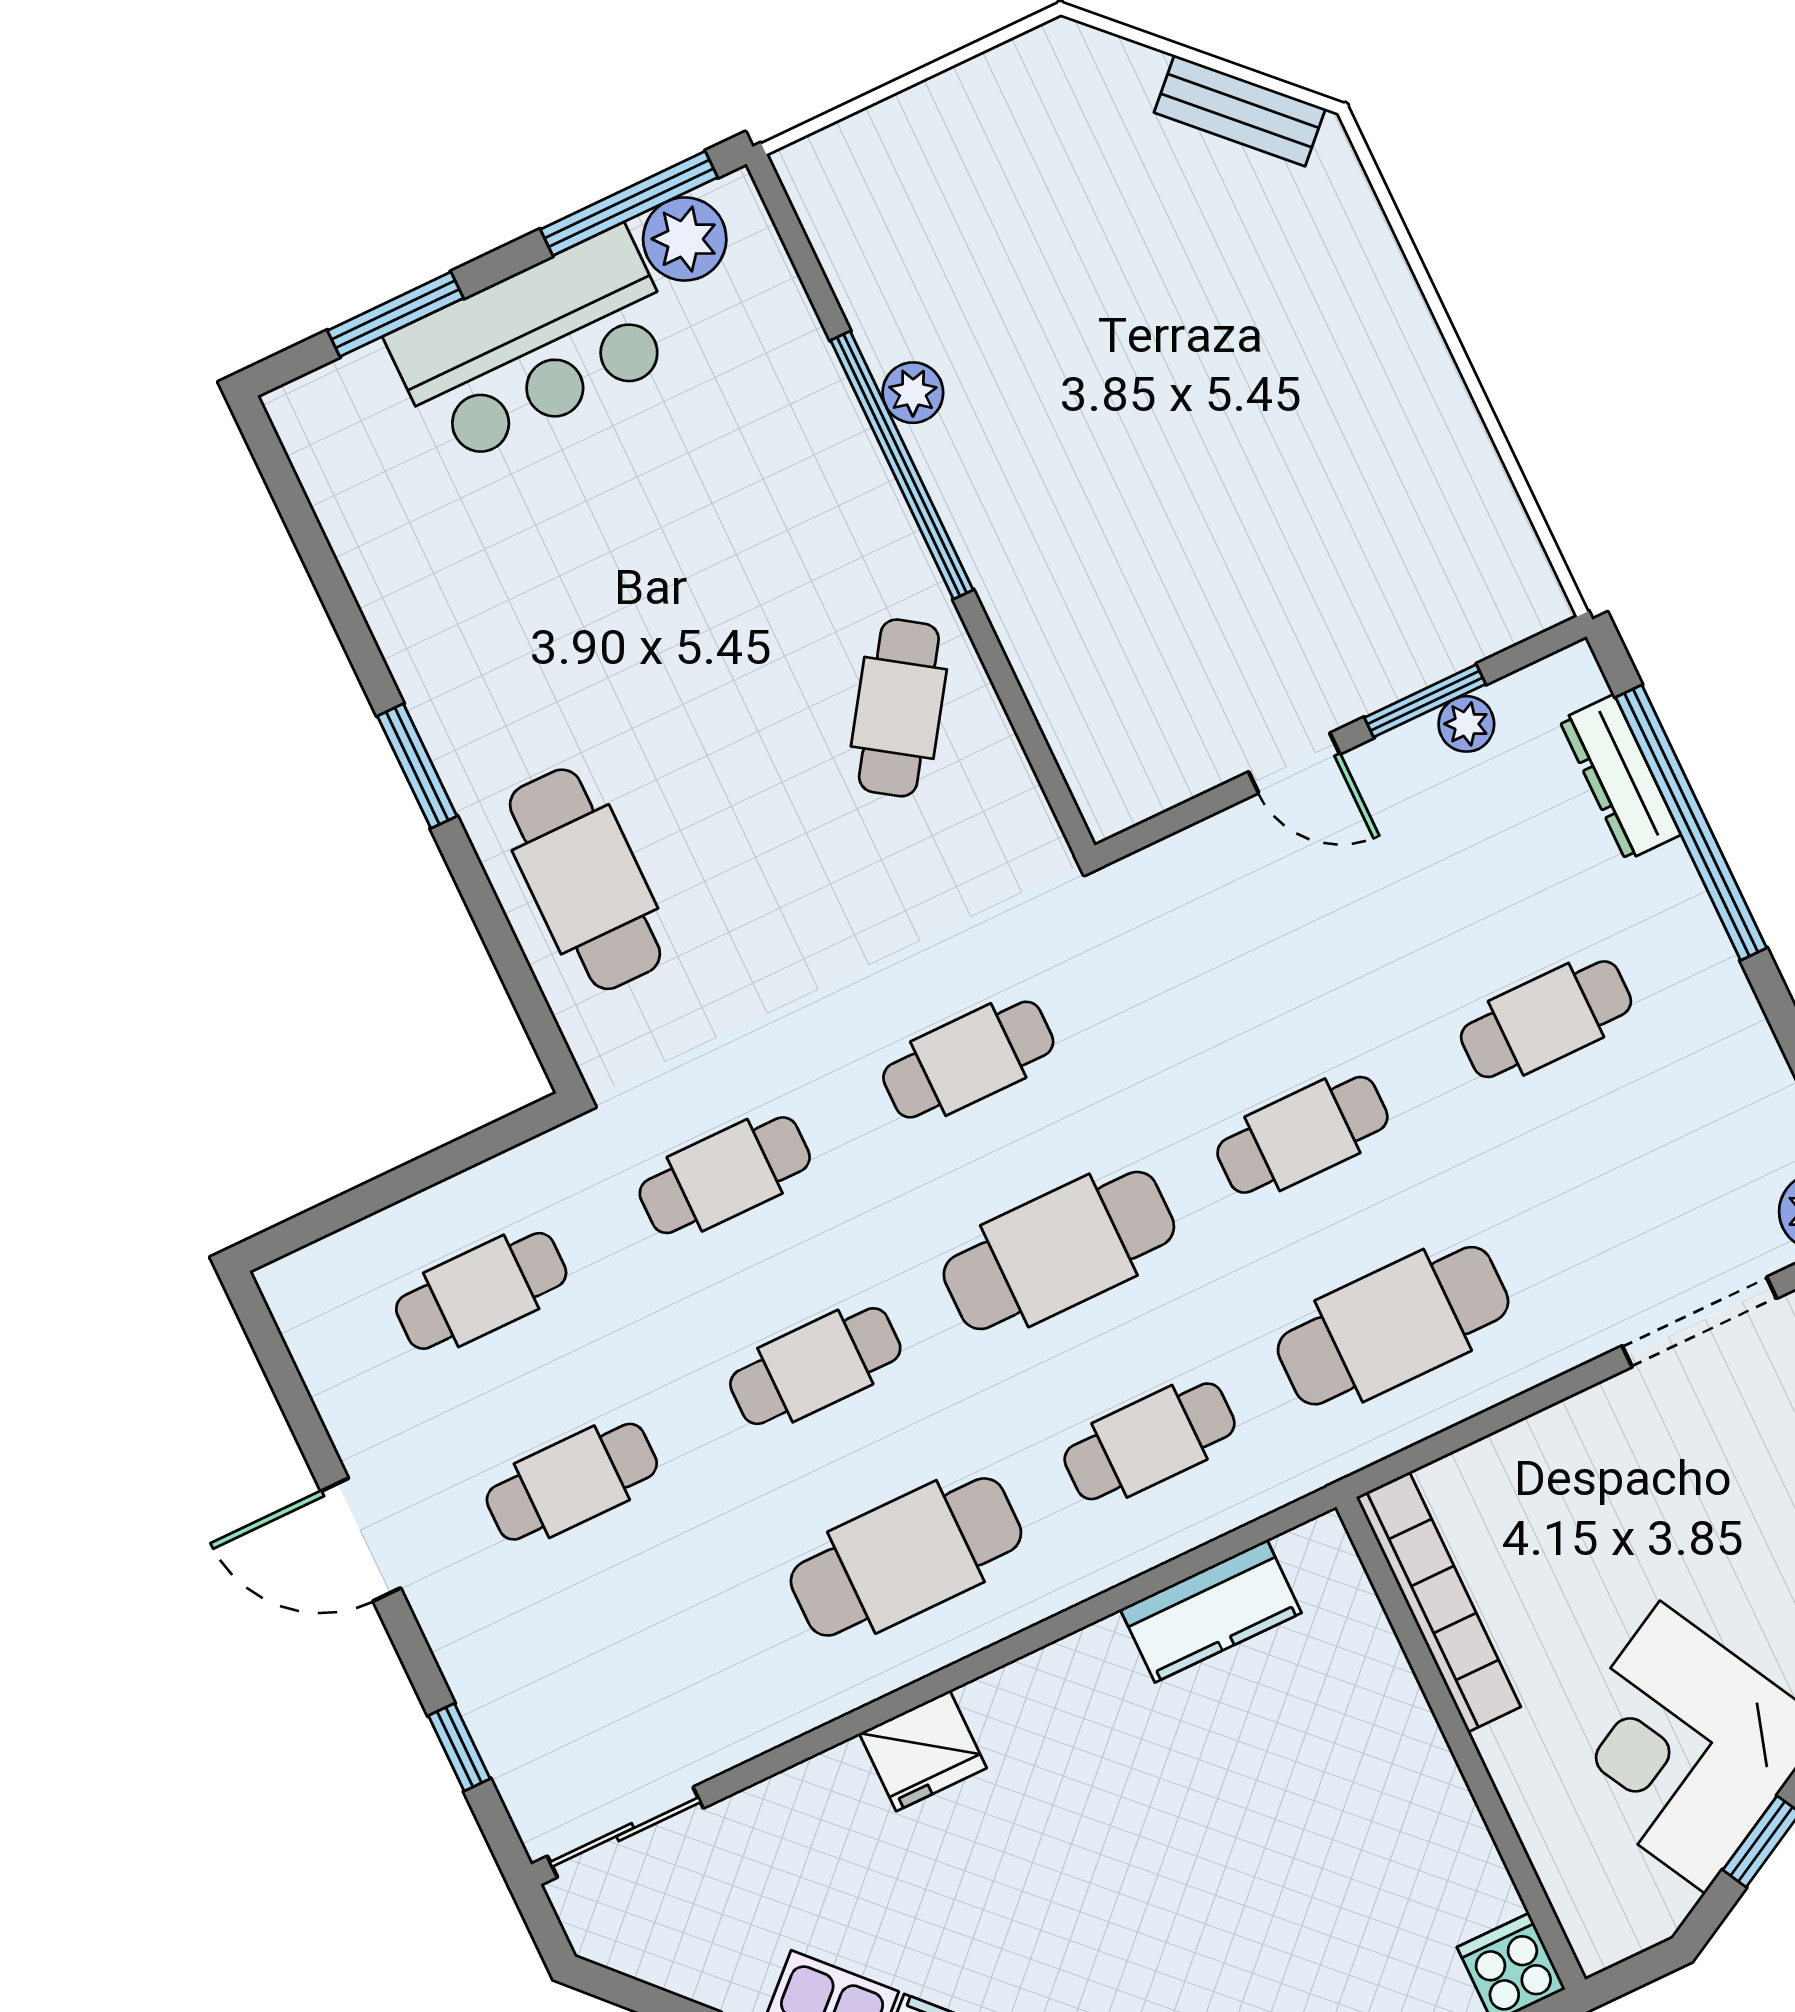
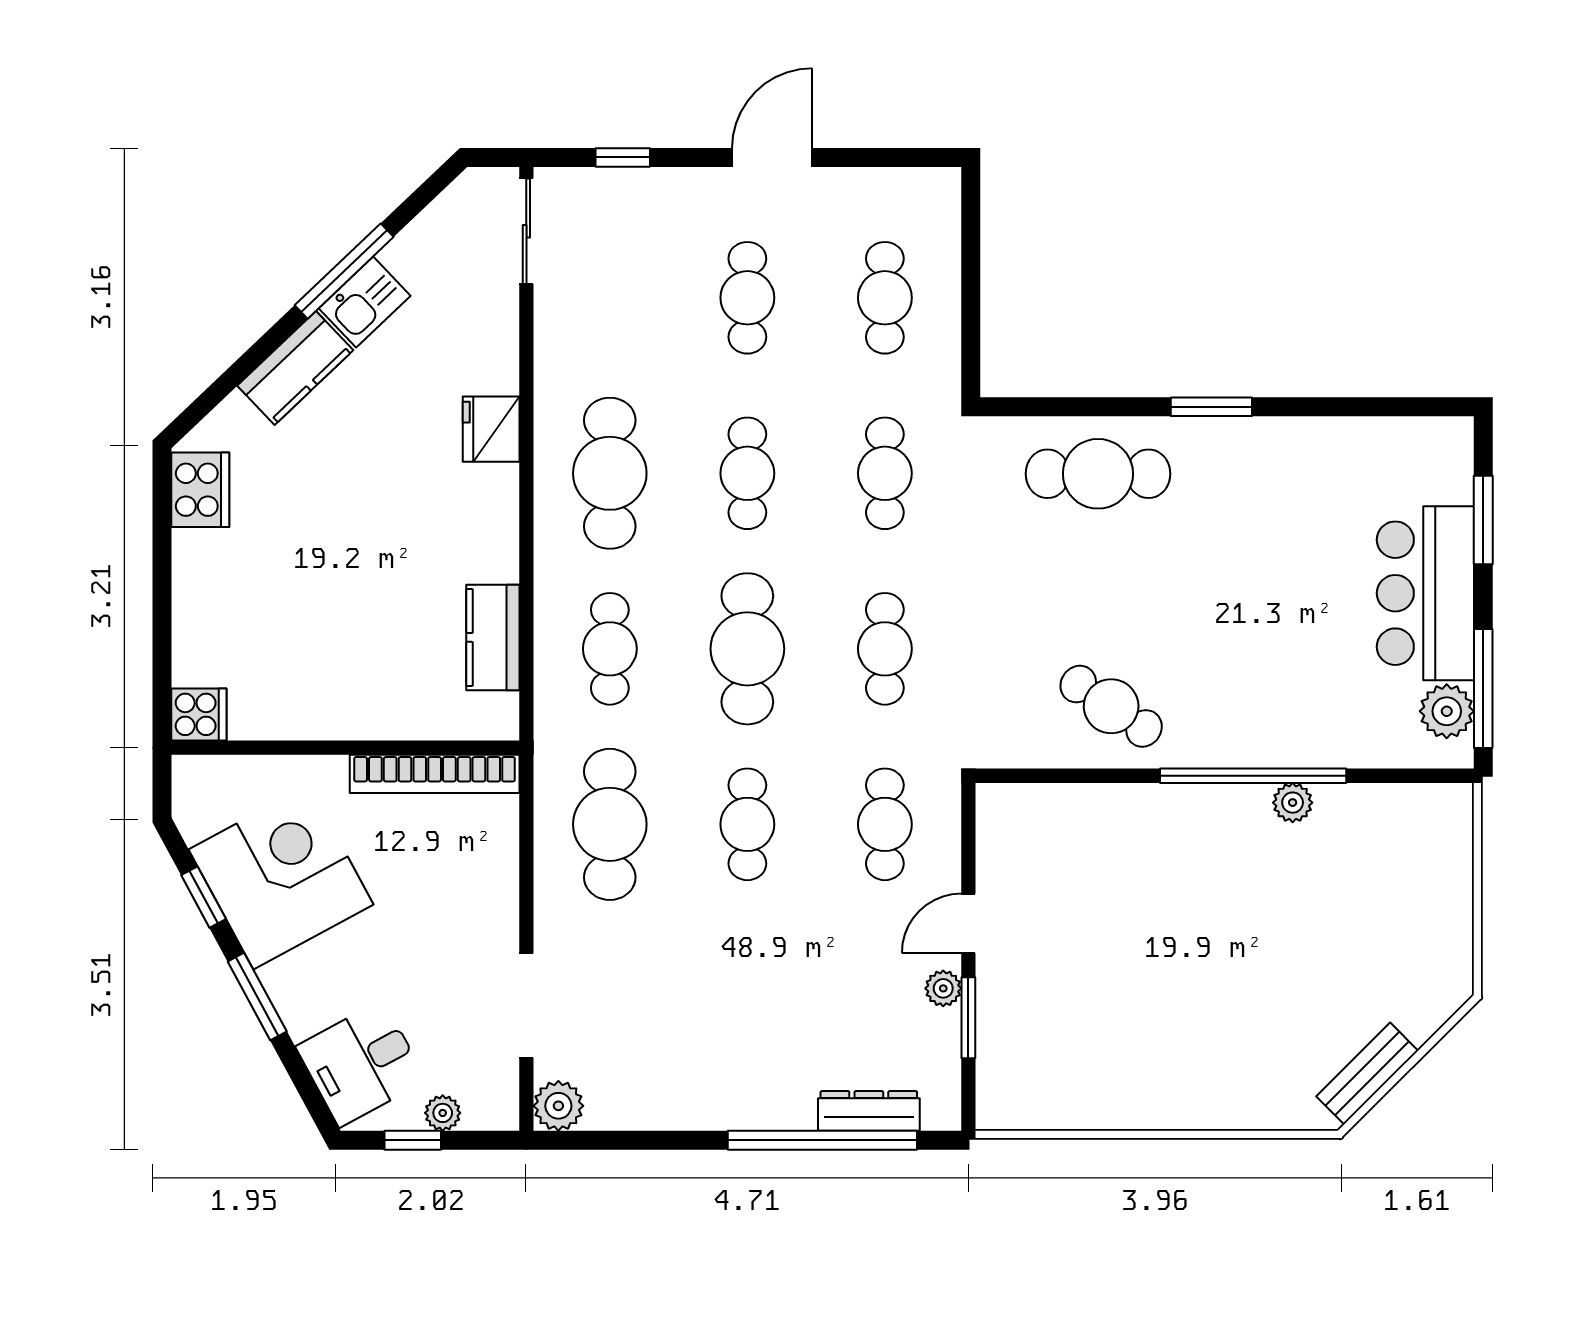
plant: (1466, 724) -> (943, 988), moved
cafe table: (1546, 1019) -> (885, 824), moved

